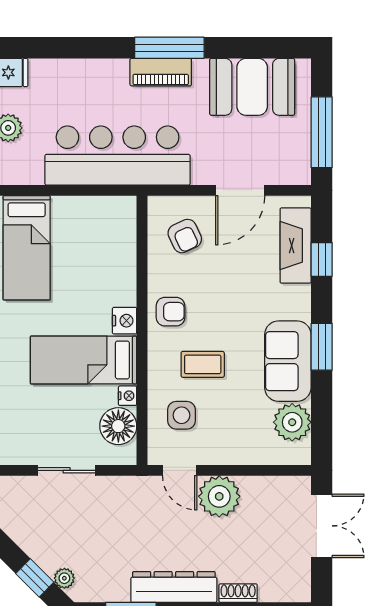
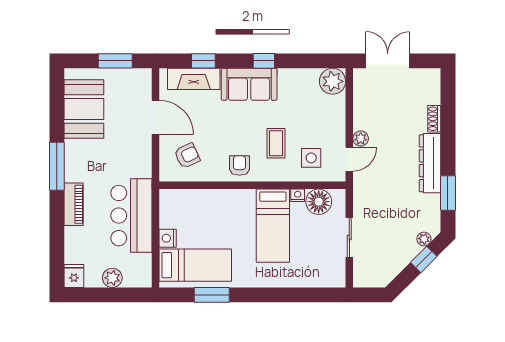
piano: (161, 72) -> (74, 204), moved
window: (322, 132) -> (115, 61), width x0.69
bar counter: (118, 156) -> (131, 216), width x0.73
nightstand: (125, 321) -> (168, 238), moved, turned -90
window: (322, 347) -> (264, 61), width x0.67
sofa: (288, 361) -> (249, 84), moved
plant: (292, 422) -> (333, 81), moved
plant: (219, 496) -> (361, 139), width x0.53, depth x0.53

